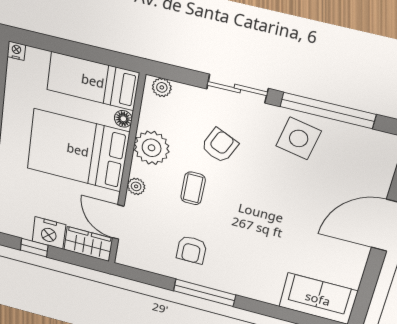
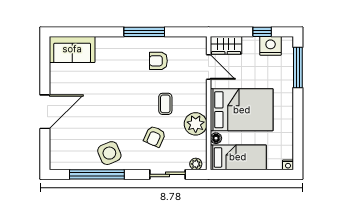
sliding door: (237, 89) -> (167, 174), moved
side table: (299, 138) -> (109, 153), turned -34
plant: (136, 186) -> (201, 95), removed
nightstand: (49, 233) -> (271, 46), moved
armchair: (192, 250) -> (158, 61), turned -90

